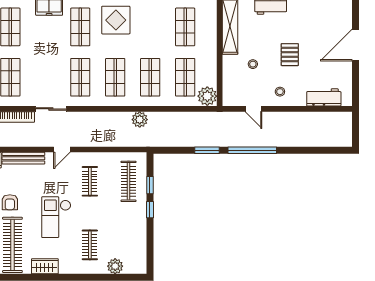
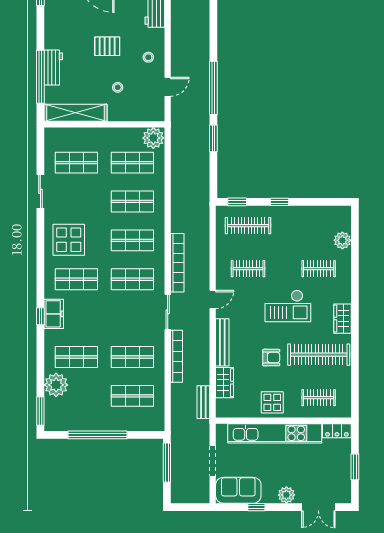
bookcase: (95, 118) -> (177, 263), added
plant: (140, 120) -> (179, 213), removed
door: (62, 150) -> (213, 300), hinge flipped
window: (150, 185) -> (237, 202), moved

